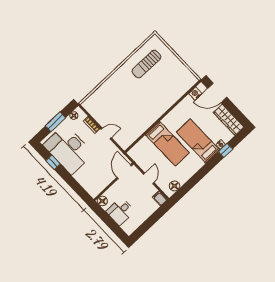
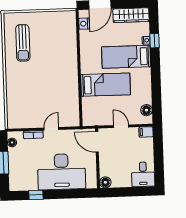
desk: (68, 149) -> (62, 172), moved
desk: (120, 211) -> (143, 174), moved

